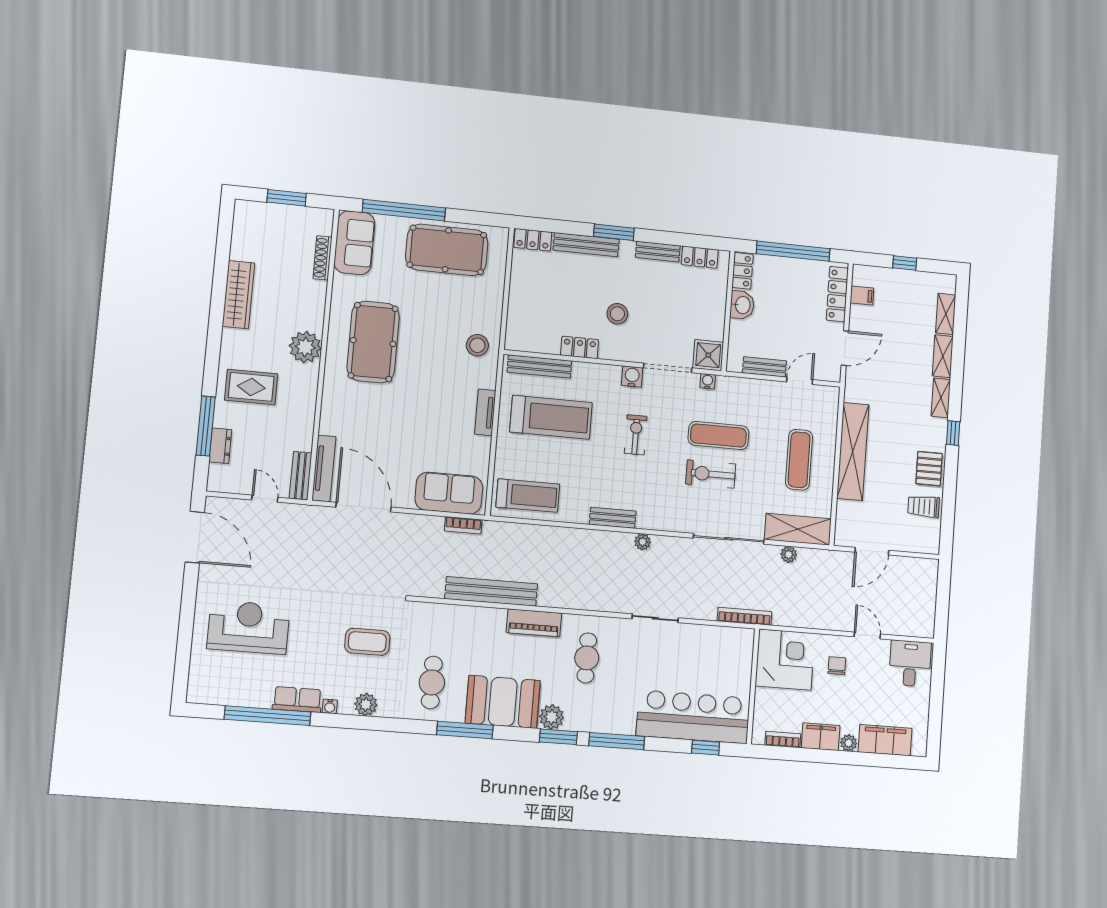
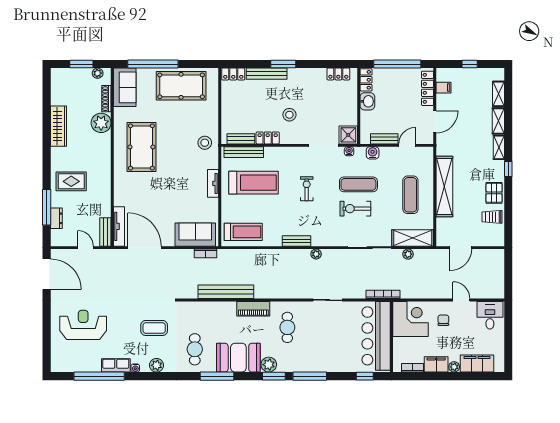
plant: (312, 215) -> (98, 73), added
bench: (658, 252) -> (241, 139), moved
plant: (305, 347) -> (101, 123), moved
water cooler: (632, 377) -> (373, 153), moved
bar counter: (693, 717) -> (376, 336), moved, turned -90

